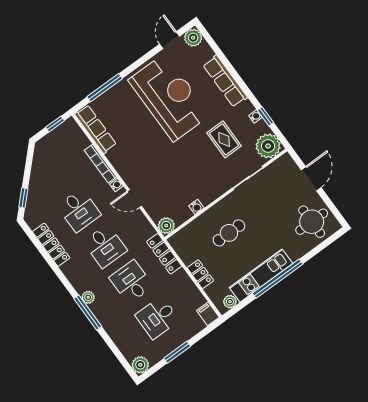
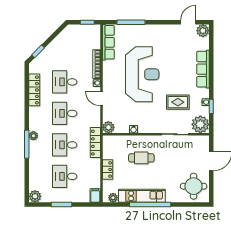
reception desk: (169, 97) -> (142, 74), moved
rug: (224, 139) -> (178, 102), turned 90
desk: (79, 210) -> (65, 82), turned 90
desk: (105, 246) -> (65, 113), turned 90
desk: (131, 282) -> (65, 145), turned -90

